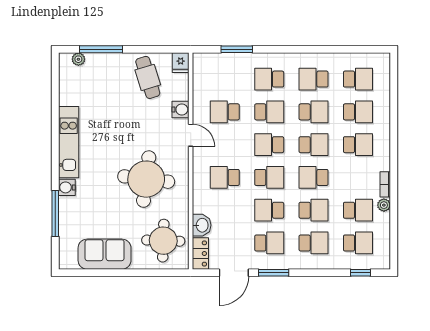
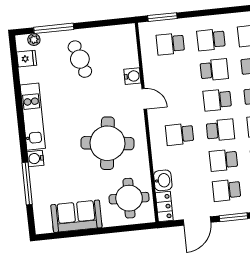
window: (237, 49) -> (162, 17), moved
fridge: (181, 63) -> (27, 59), moved, turned -90
cafe table: (148, 77) -> (80, 59), moved
school desk: (225, 112) -> (170, 44), moved
school desk: (269, 243) -> (227, 190), turned 180

